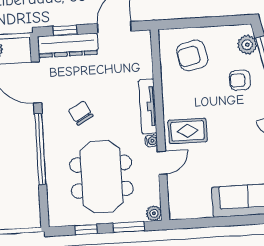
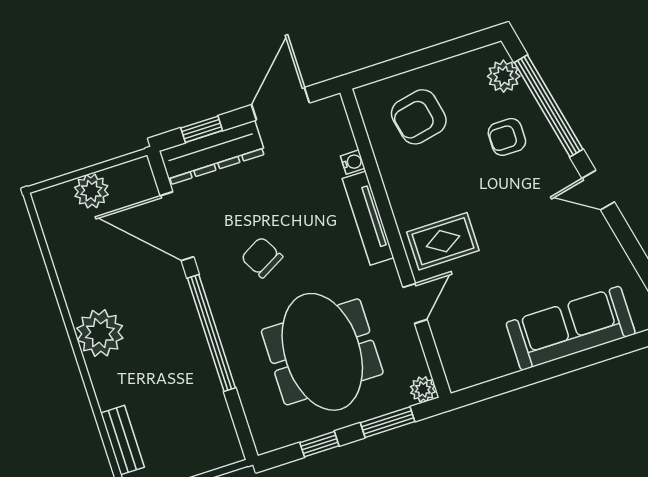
water cooler: (151, 141) -> (353, 162), moved

